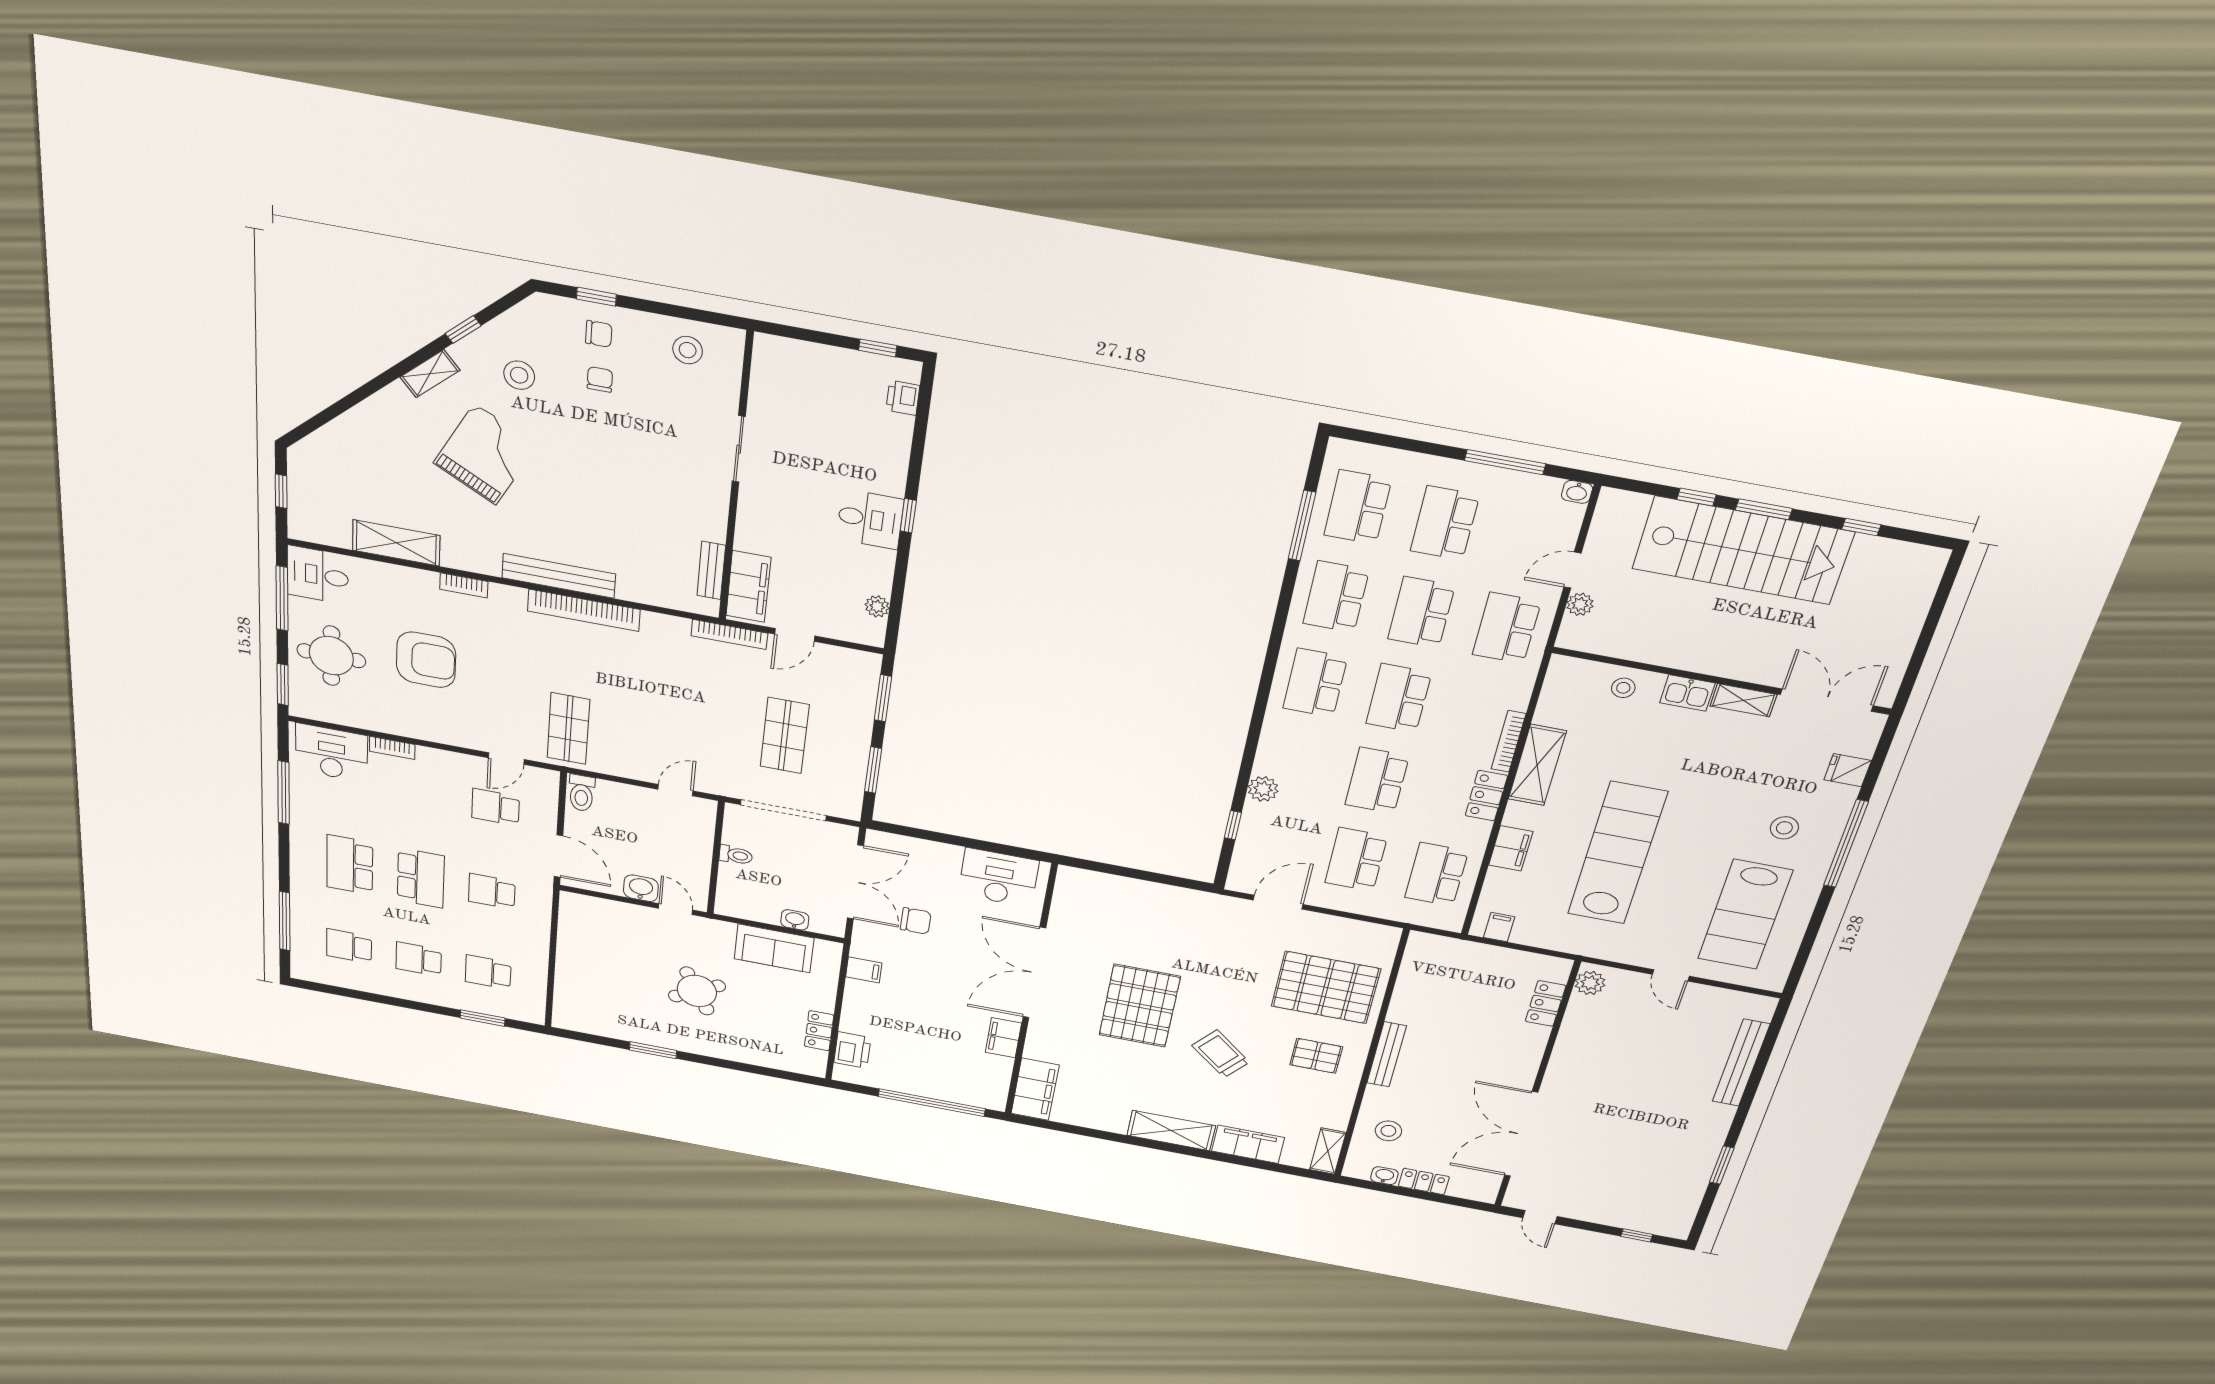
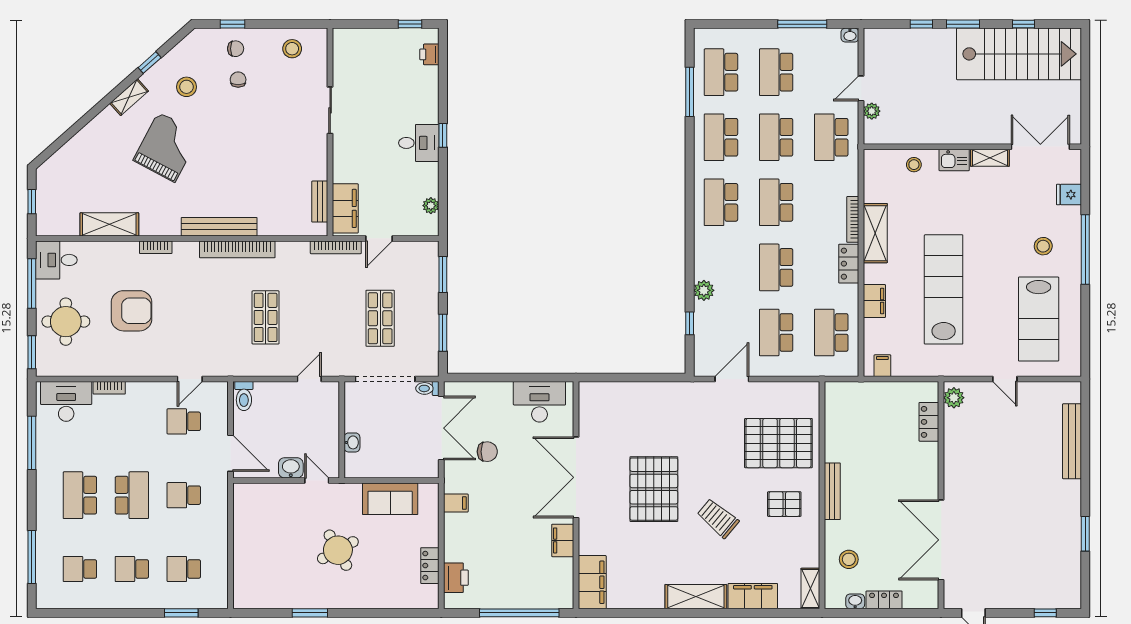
stairs: (1743, 550) -> (1019, 54), moved
shop shelf: (568, 729) -> (266, 317), moved
toilet: (736, 855) -> (427, 388), moved, turned 180
washbasin: (795, 920) -> (352, 442), moved, turned 90

